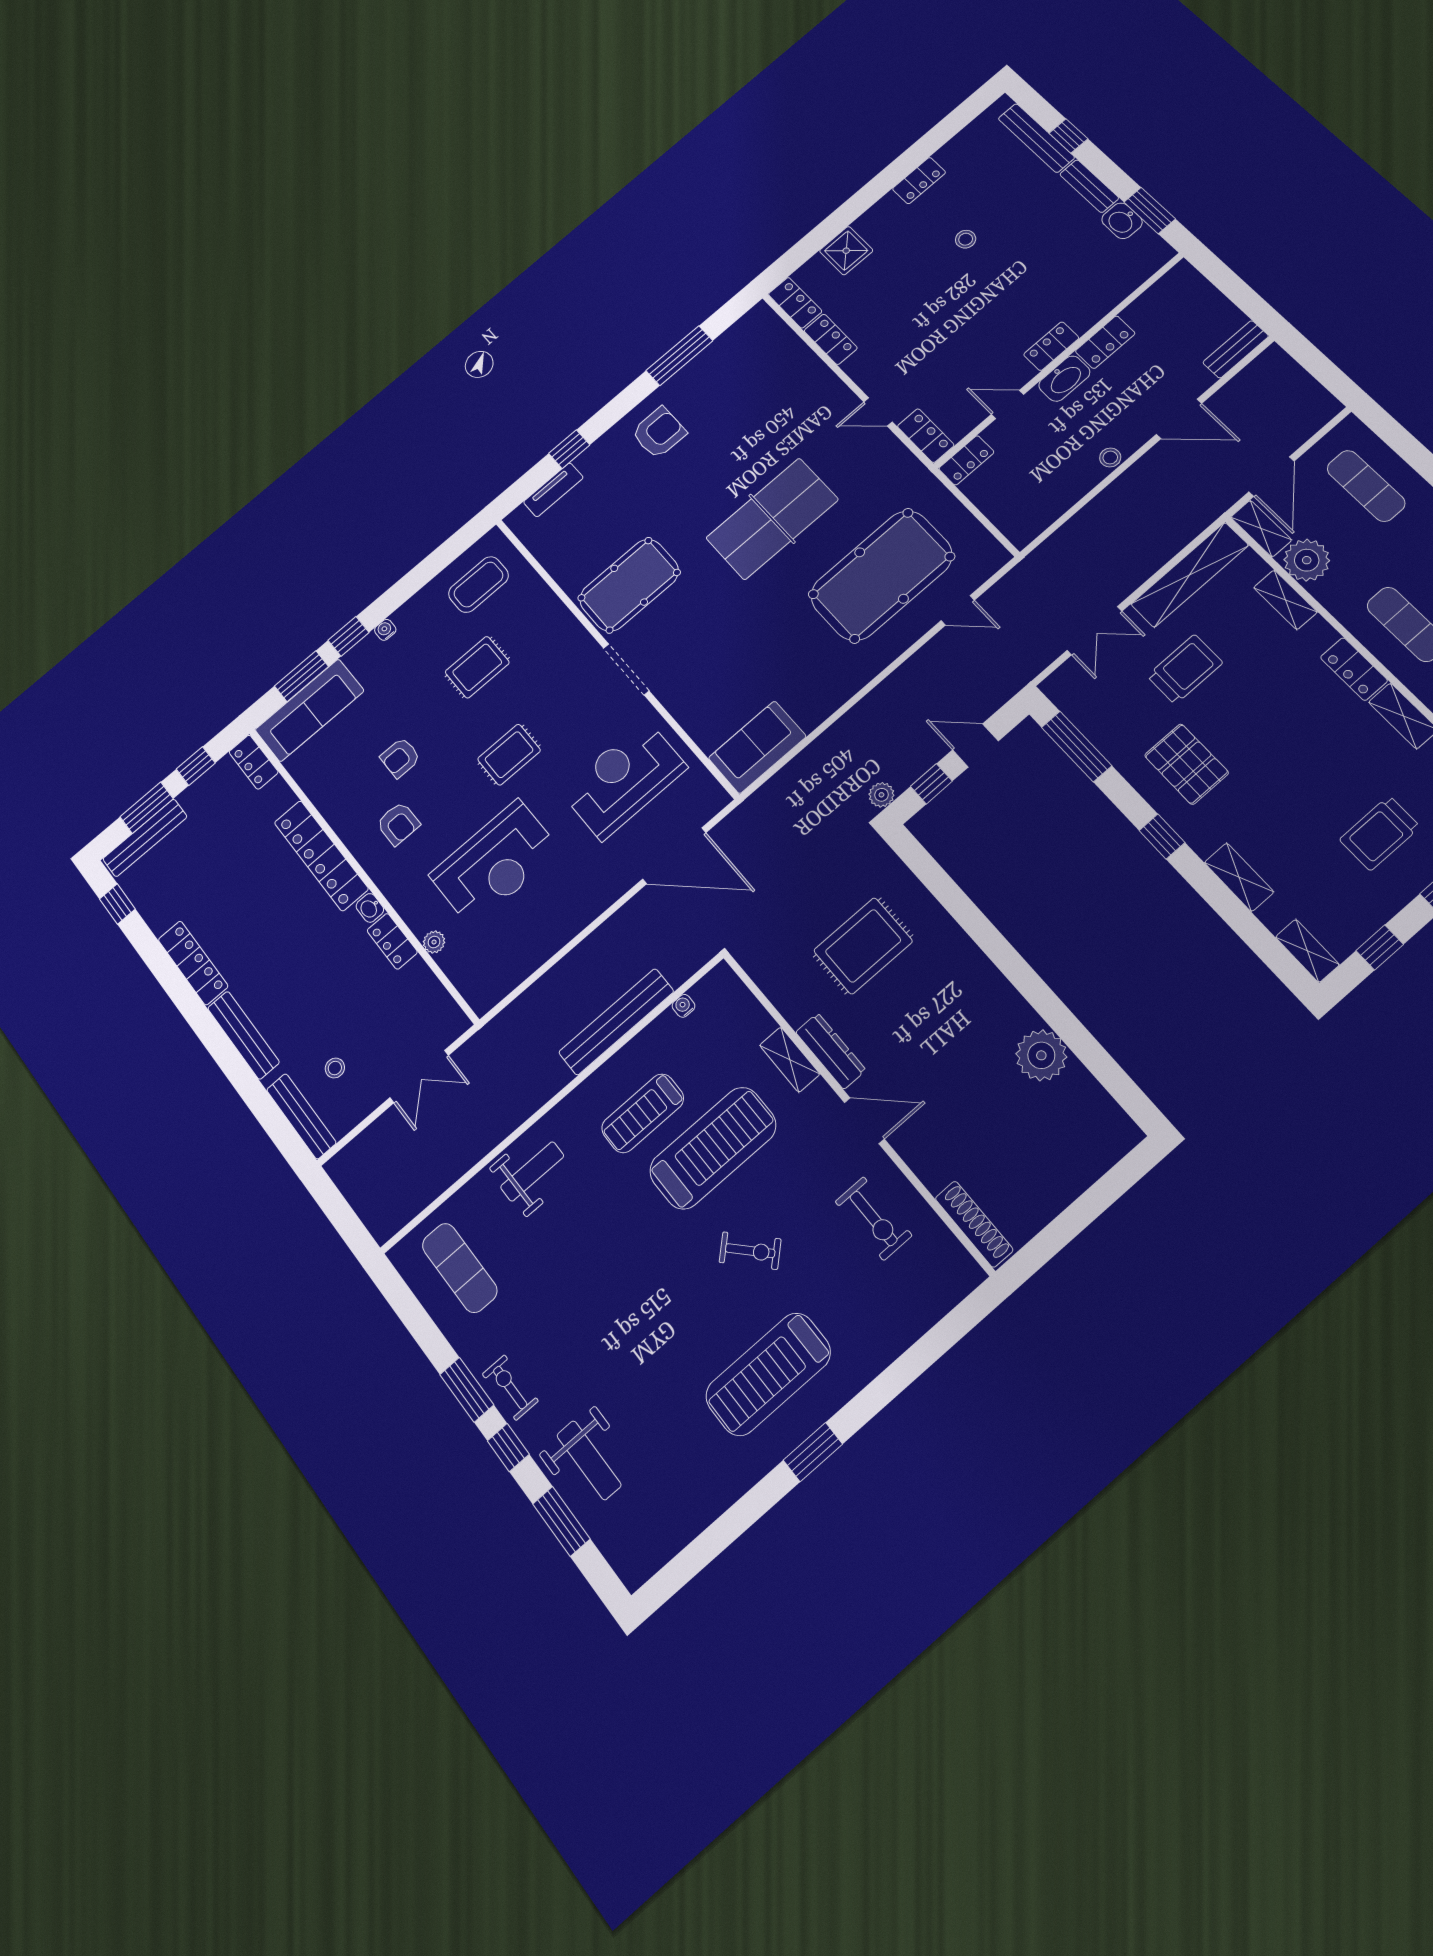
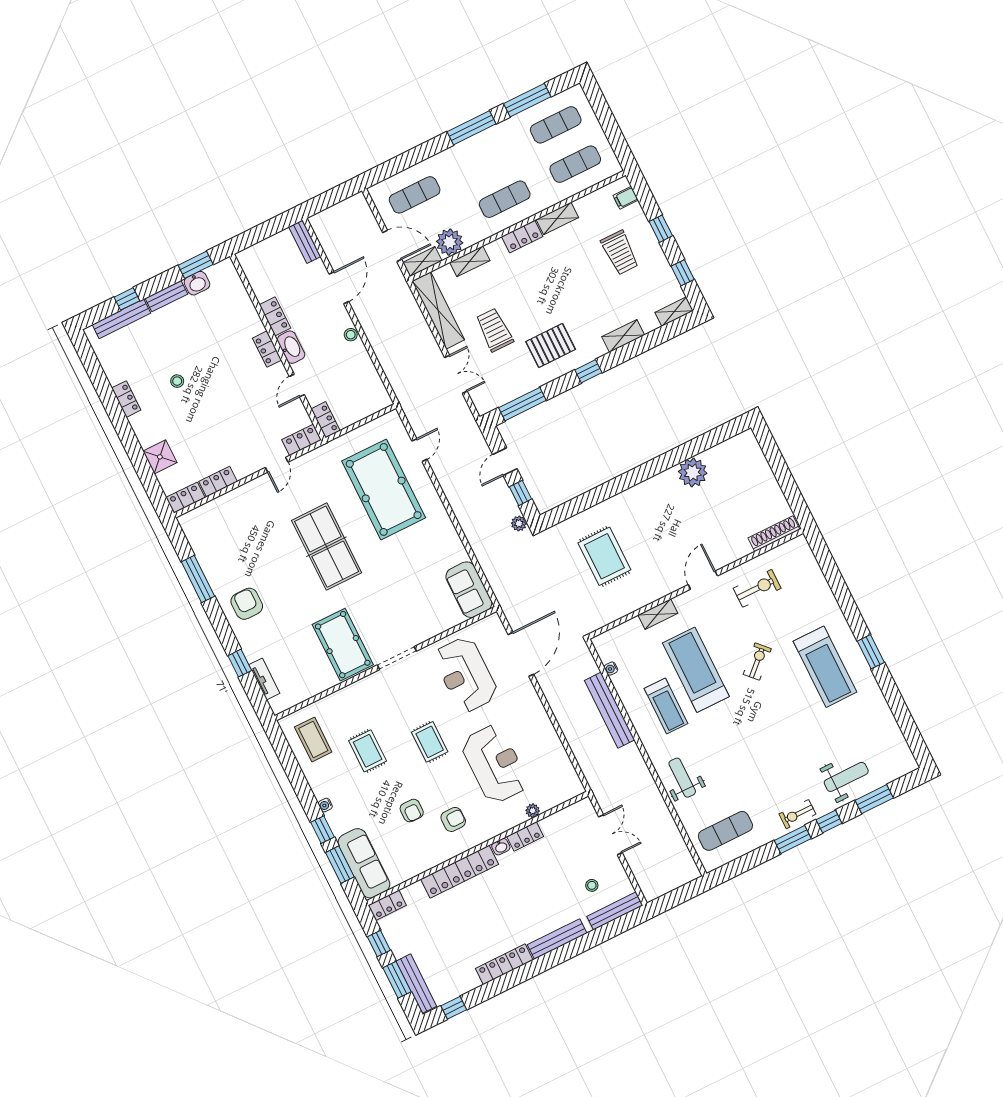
dresser: (831, 1051) -> (659, 590), removed

